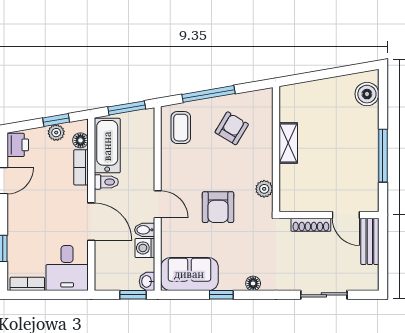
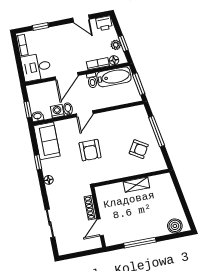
coffee table: (181, 128) -> (133, 119), removed
plant: (264, 189) -> (106, 176), removed
armchair: (218, 207) -> (90, 150), turned -90
bench: (370, 241) -> (87, 245), removed

